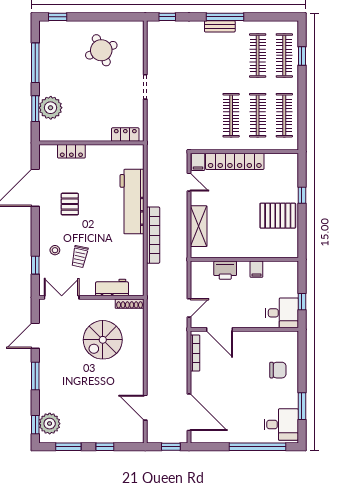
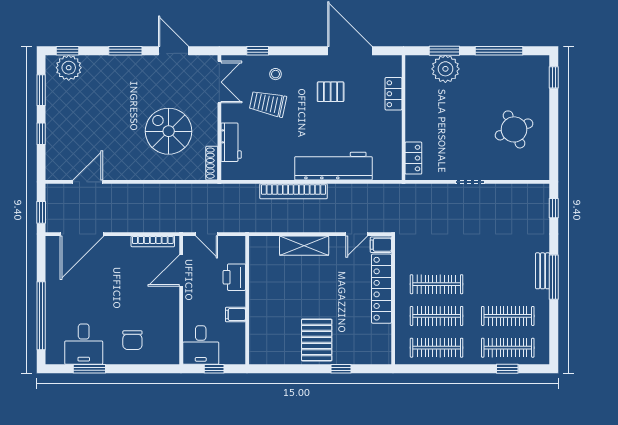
trolley: (80, 257) -> (268, 104), width x1.36, depth x1.39
wall: (244, 259) -> (247, 300), moved
filing cabinet: (256, 269) -> (235, 315), moved
printer: (225, 270) -> (234, 277), moved
desk: (281, 424) -> (84, 344), moved

